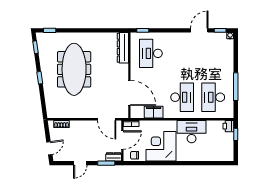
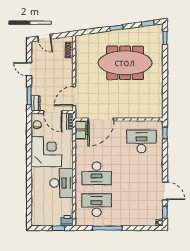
dresser: (123, 48) -> (147, 113), removed
filing cabinet: (154, 112) -> (81, 130), moved

